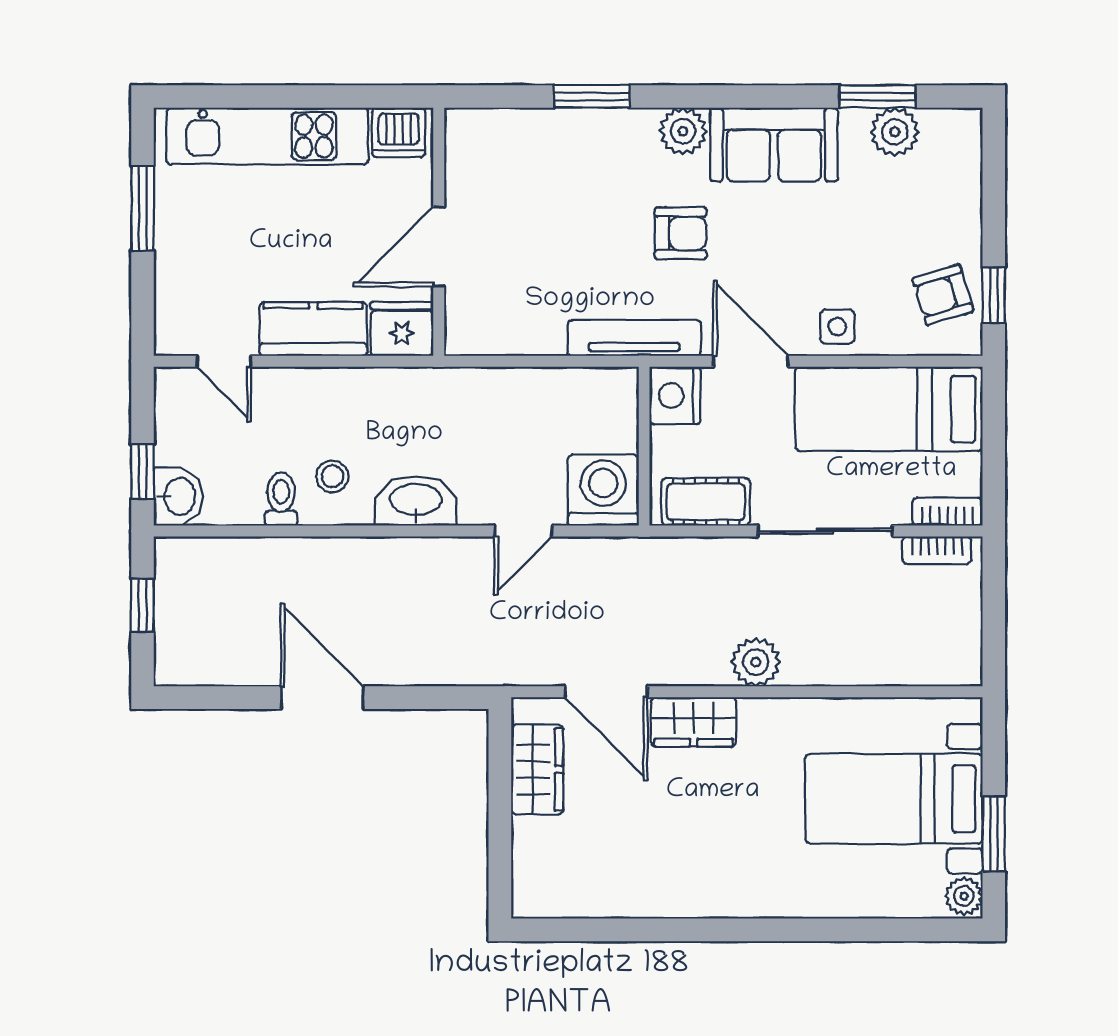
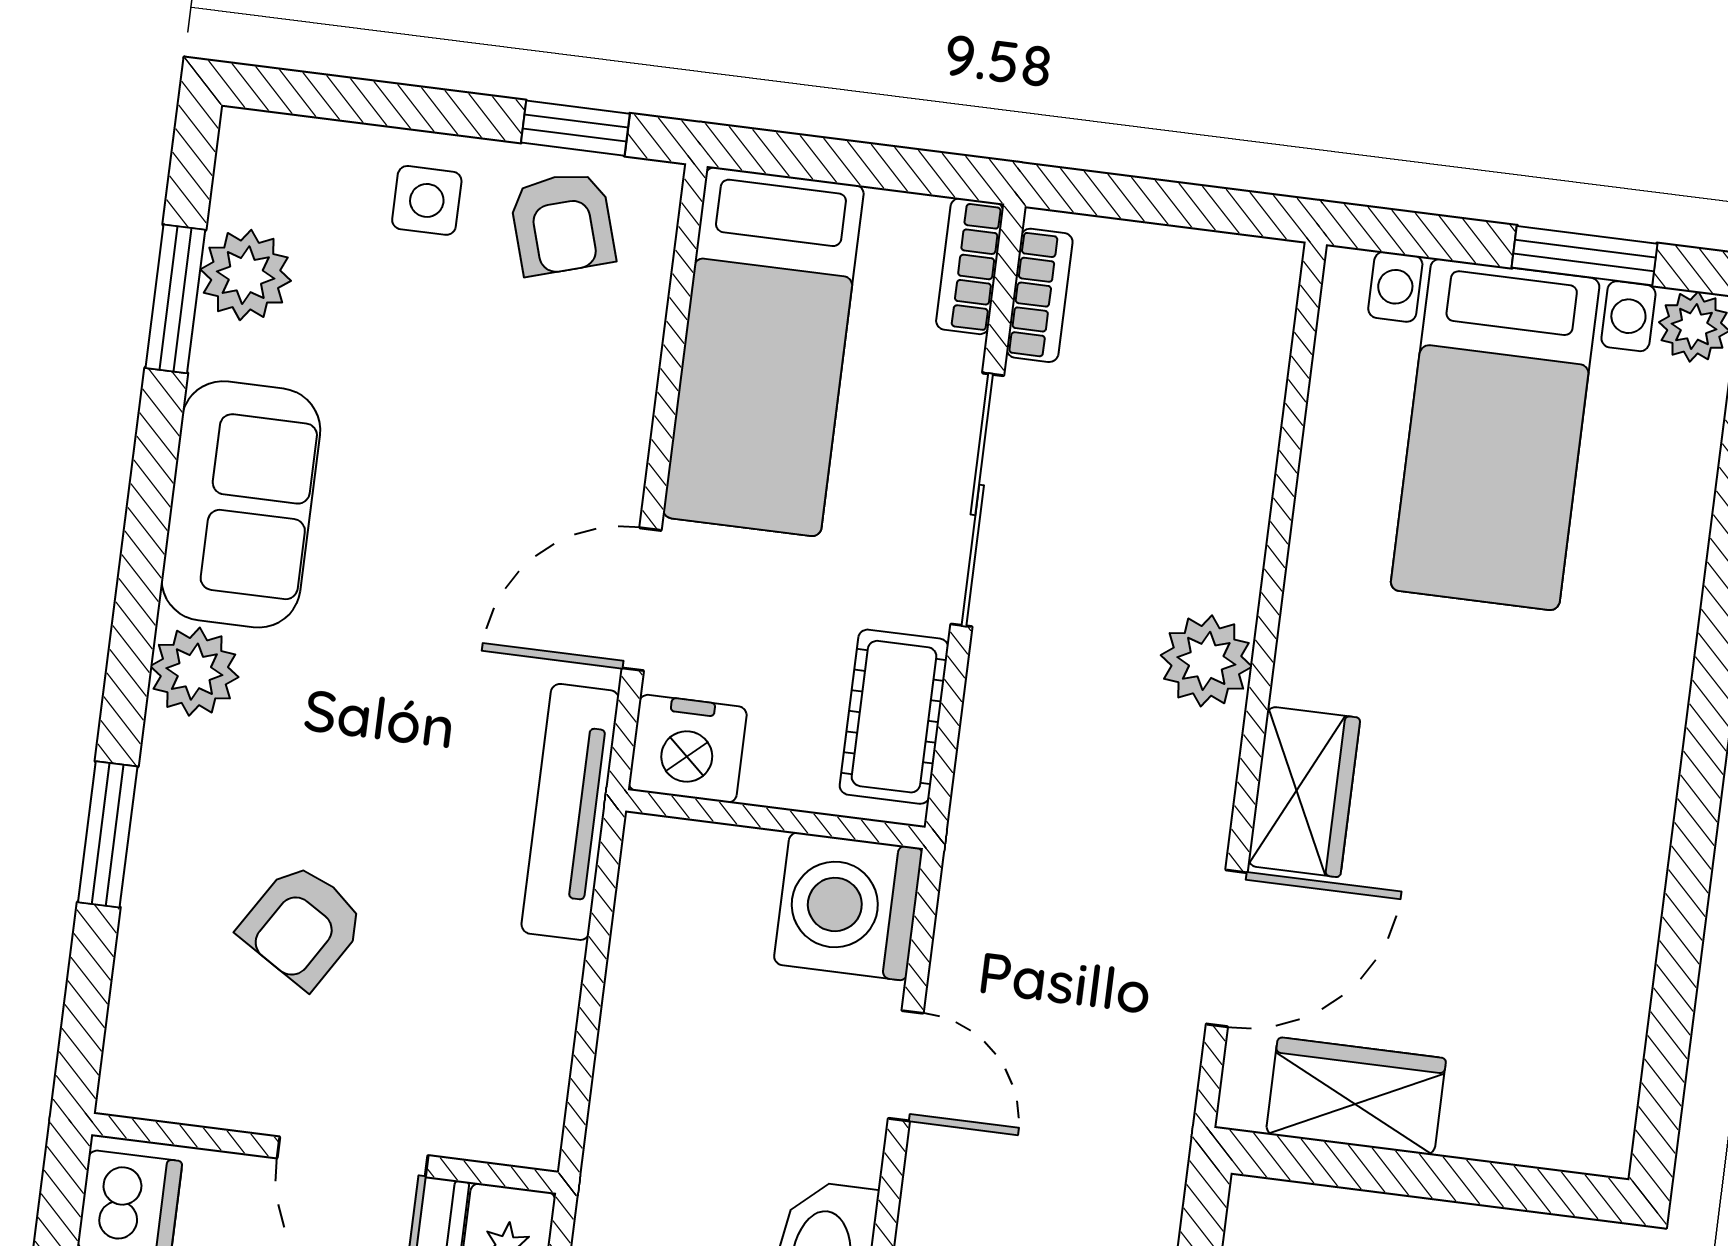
armchair: (681, 233) -> (302, 925), moved, turned -148
side table: (837, 326) -> (427, 200), moved

